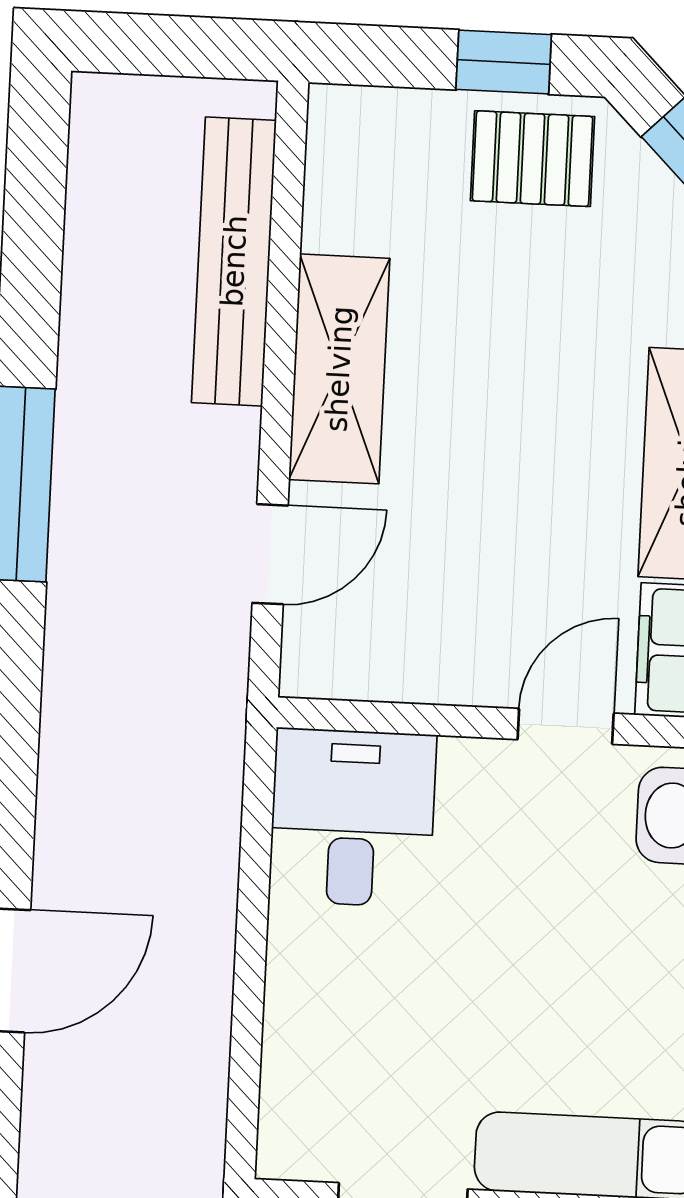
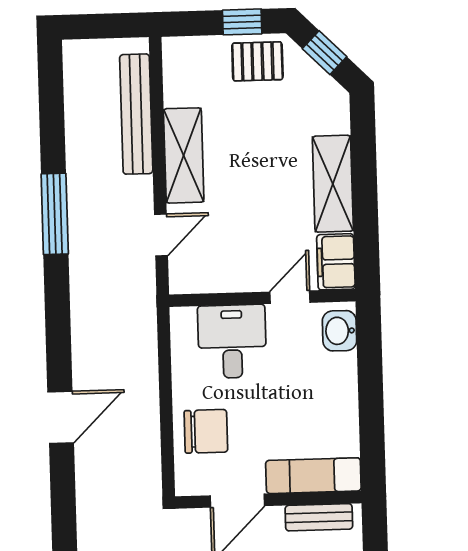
desk: (353, 818) -> (232, 341), moved
chair: (340, 1030) -> (206, 431), added

